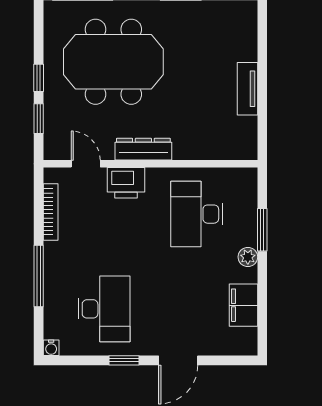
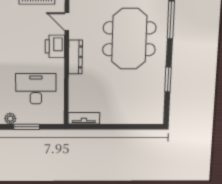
tv unit: (247, 89) -> (84, 118), moved
door: (86, 164) -> (67, 22), swing flipped

